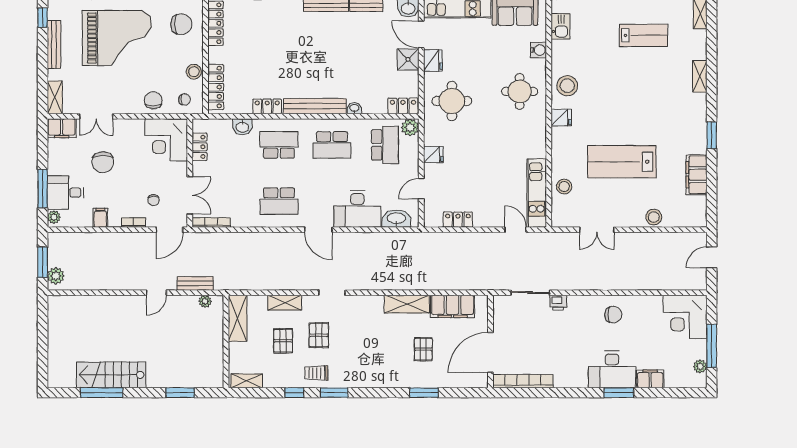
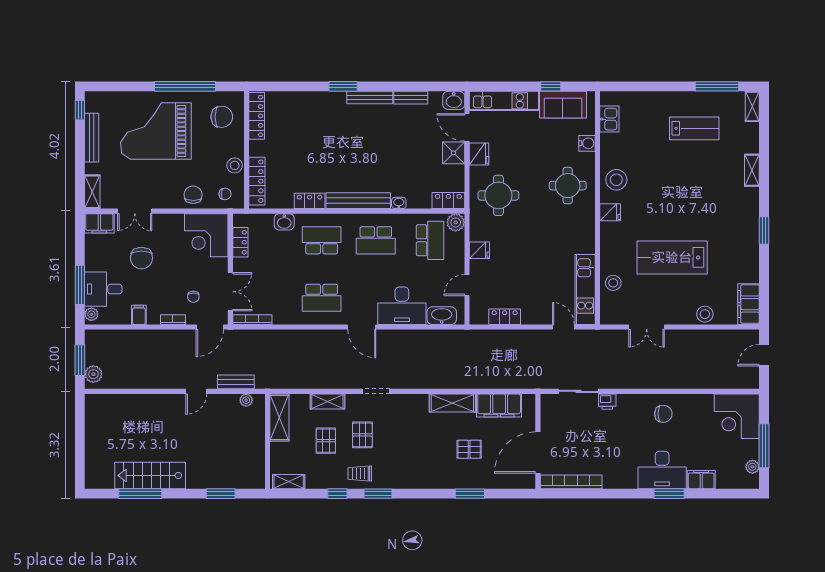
grand piano: (117, 38) -> (156, 131), turned 180
filing cabinet: (697, 175) -> (749, 304), moved
pallet: (423, 349) -> (469, 449), turned 90

